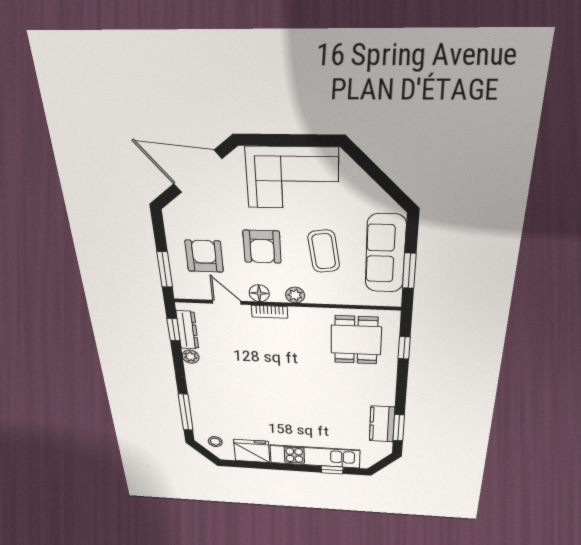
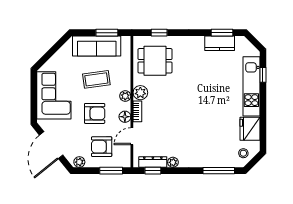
plant: (173, 220) -> (79, 162), added
plant: (301, 317) -> (140, 93), added

